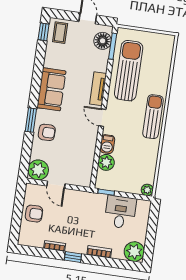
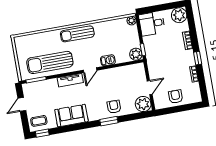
floor lamp: (103, 41) -> (35, 88), removed
sofa: (51, 89) -> (71, 116), moved
plant: (106, 162) -> (136, 54), moved
desk: (120, 212) -> (152, 24), moved

